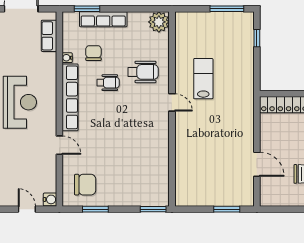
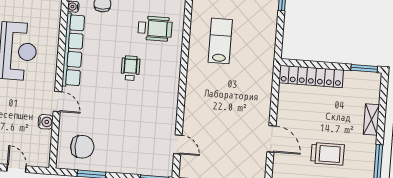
wheelchair: (108, 83) -> (130, 68), moved, turned -90
door: (172, 102) -> (178, 144), moved
water cooler: (50, 199) -> (46, 122), moved

